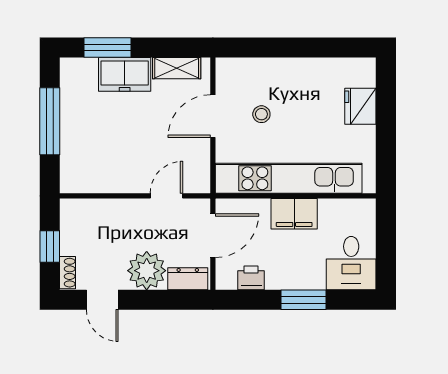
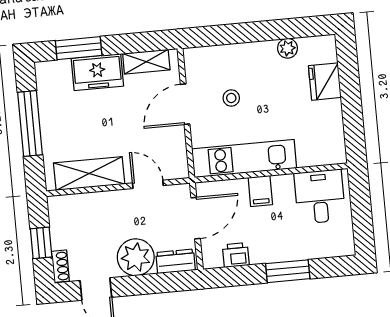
plant: (325, 68) -> (287, 48), added
kitchen unit: (289, 178) -> (244, 158), width x0.73
shelving: (106, 179) -> (89, 174), added
door: (166, 196) -> (148, 184), hinge flipped
filing cabinet: (294, 214) -> (260, 191), width x0.50
desk: (351, 263) -> (320, 196), moved, turned 180

